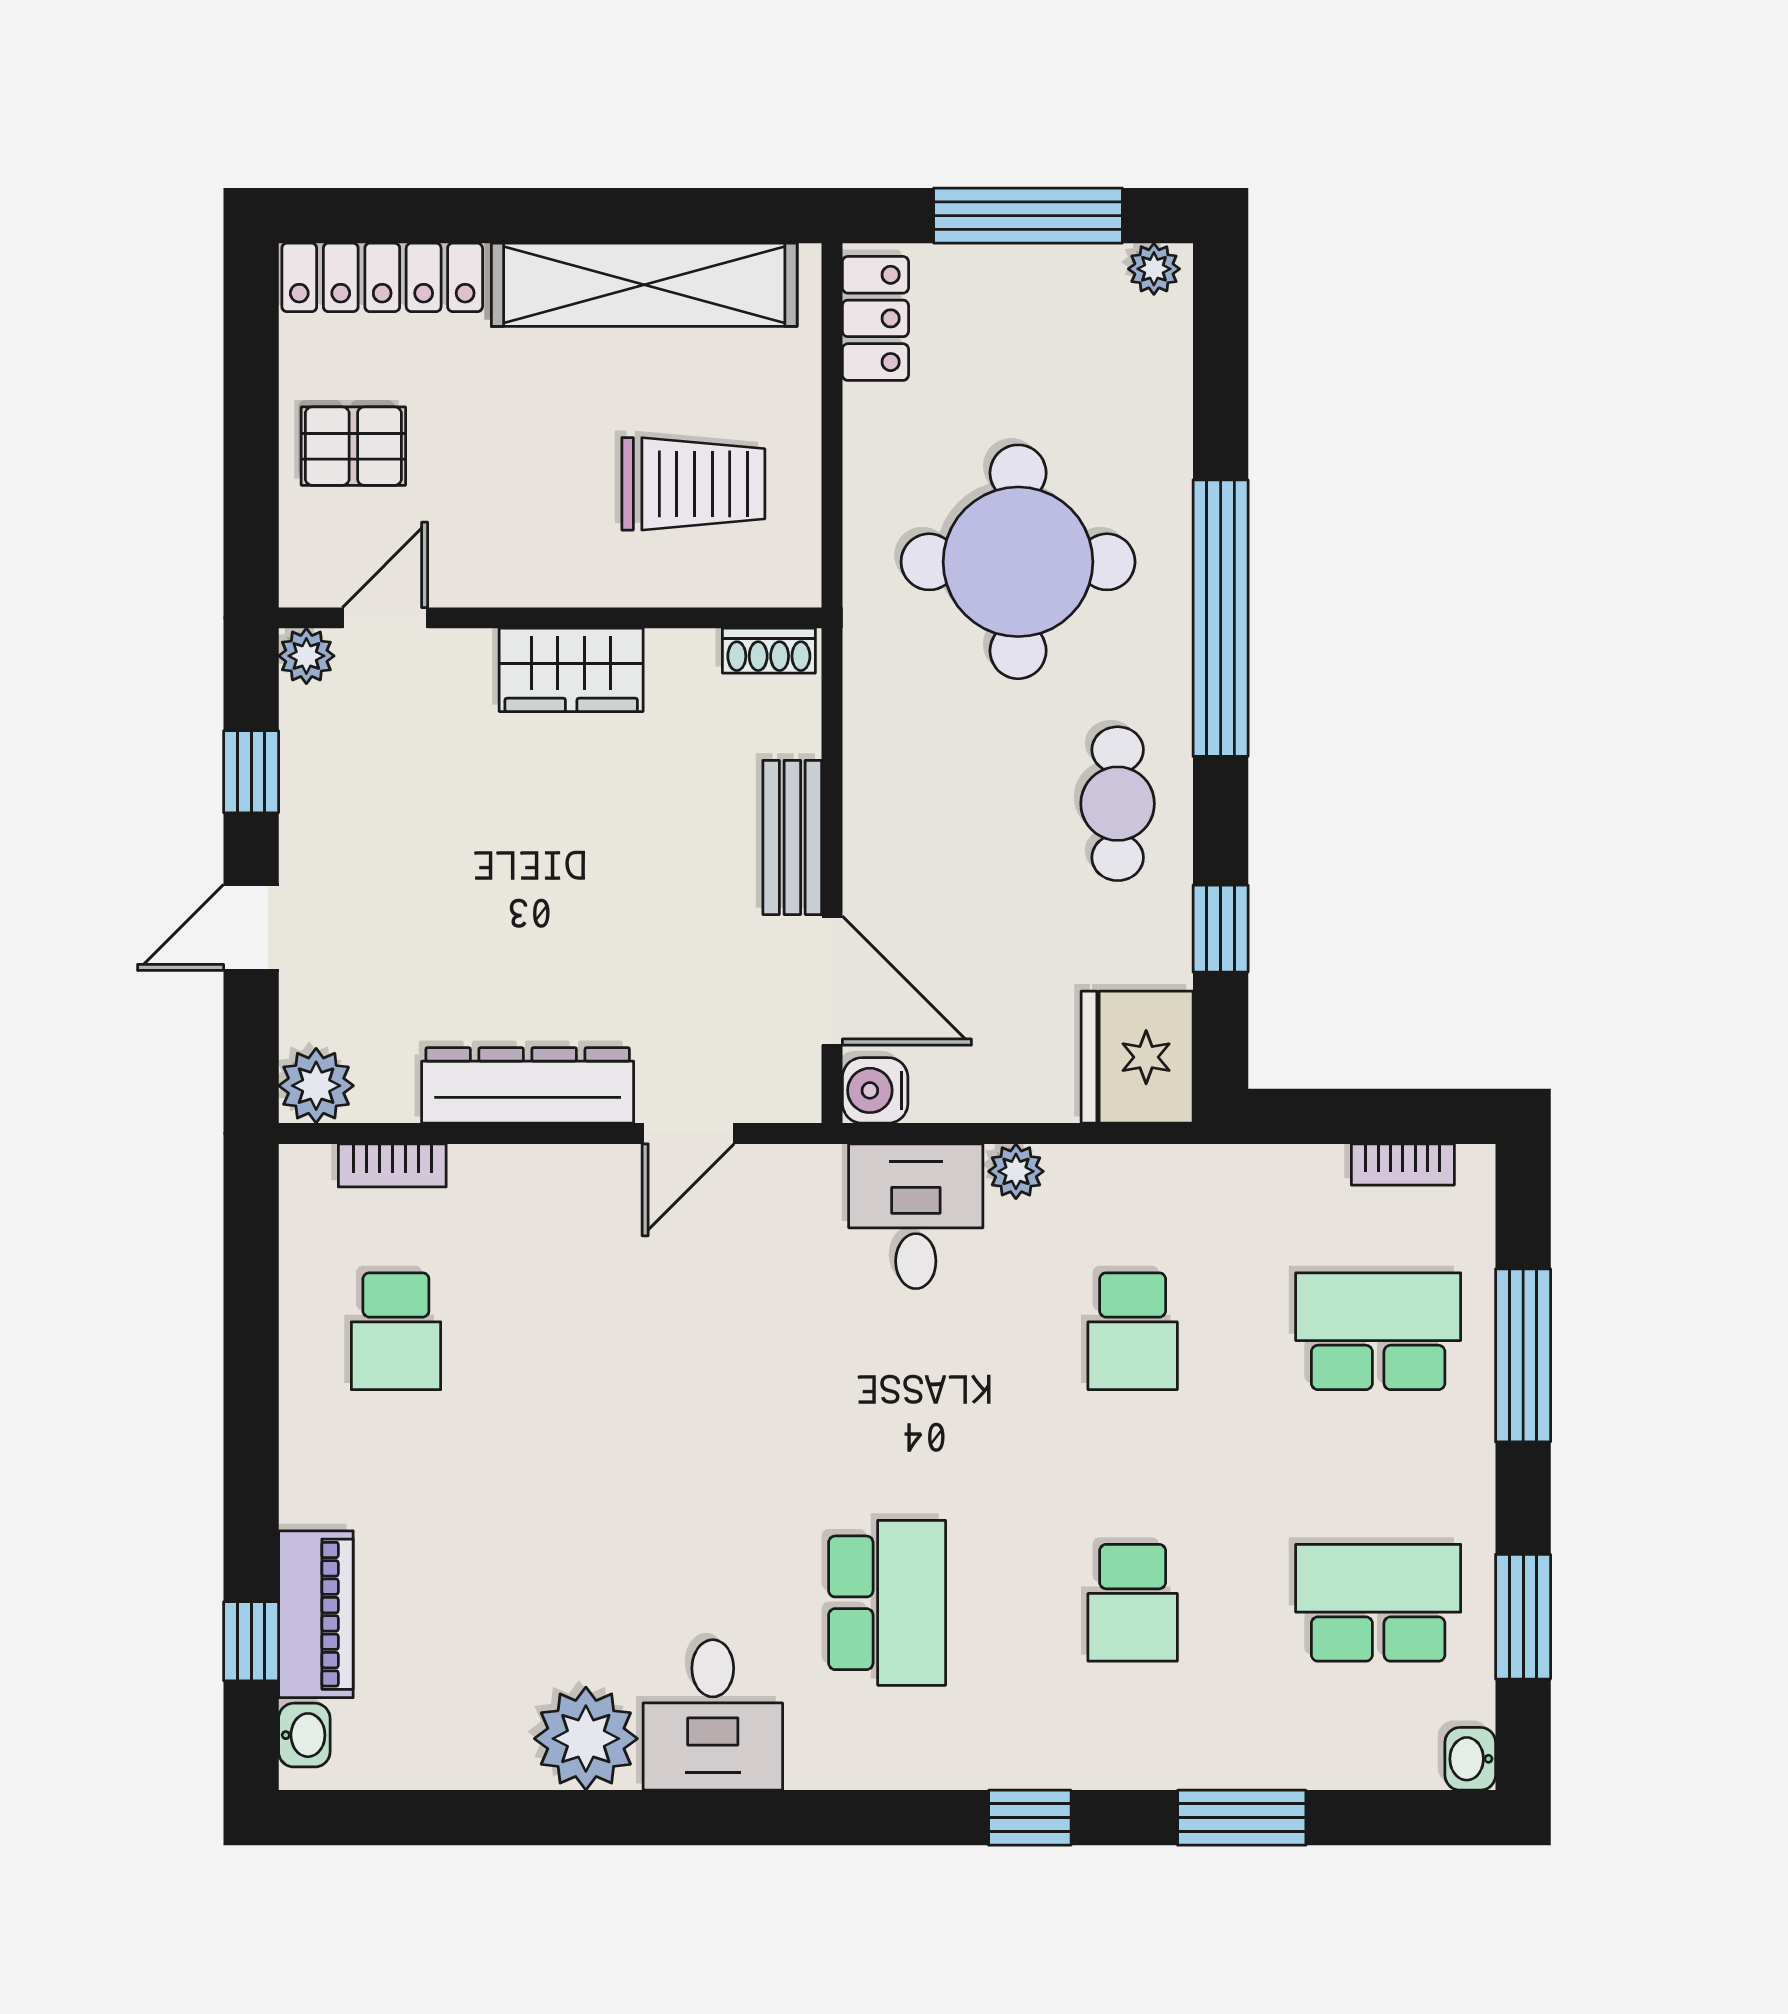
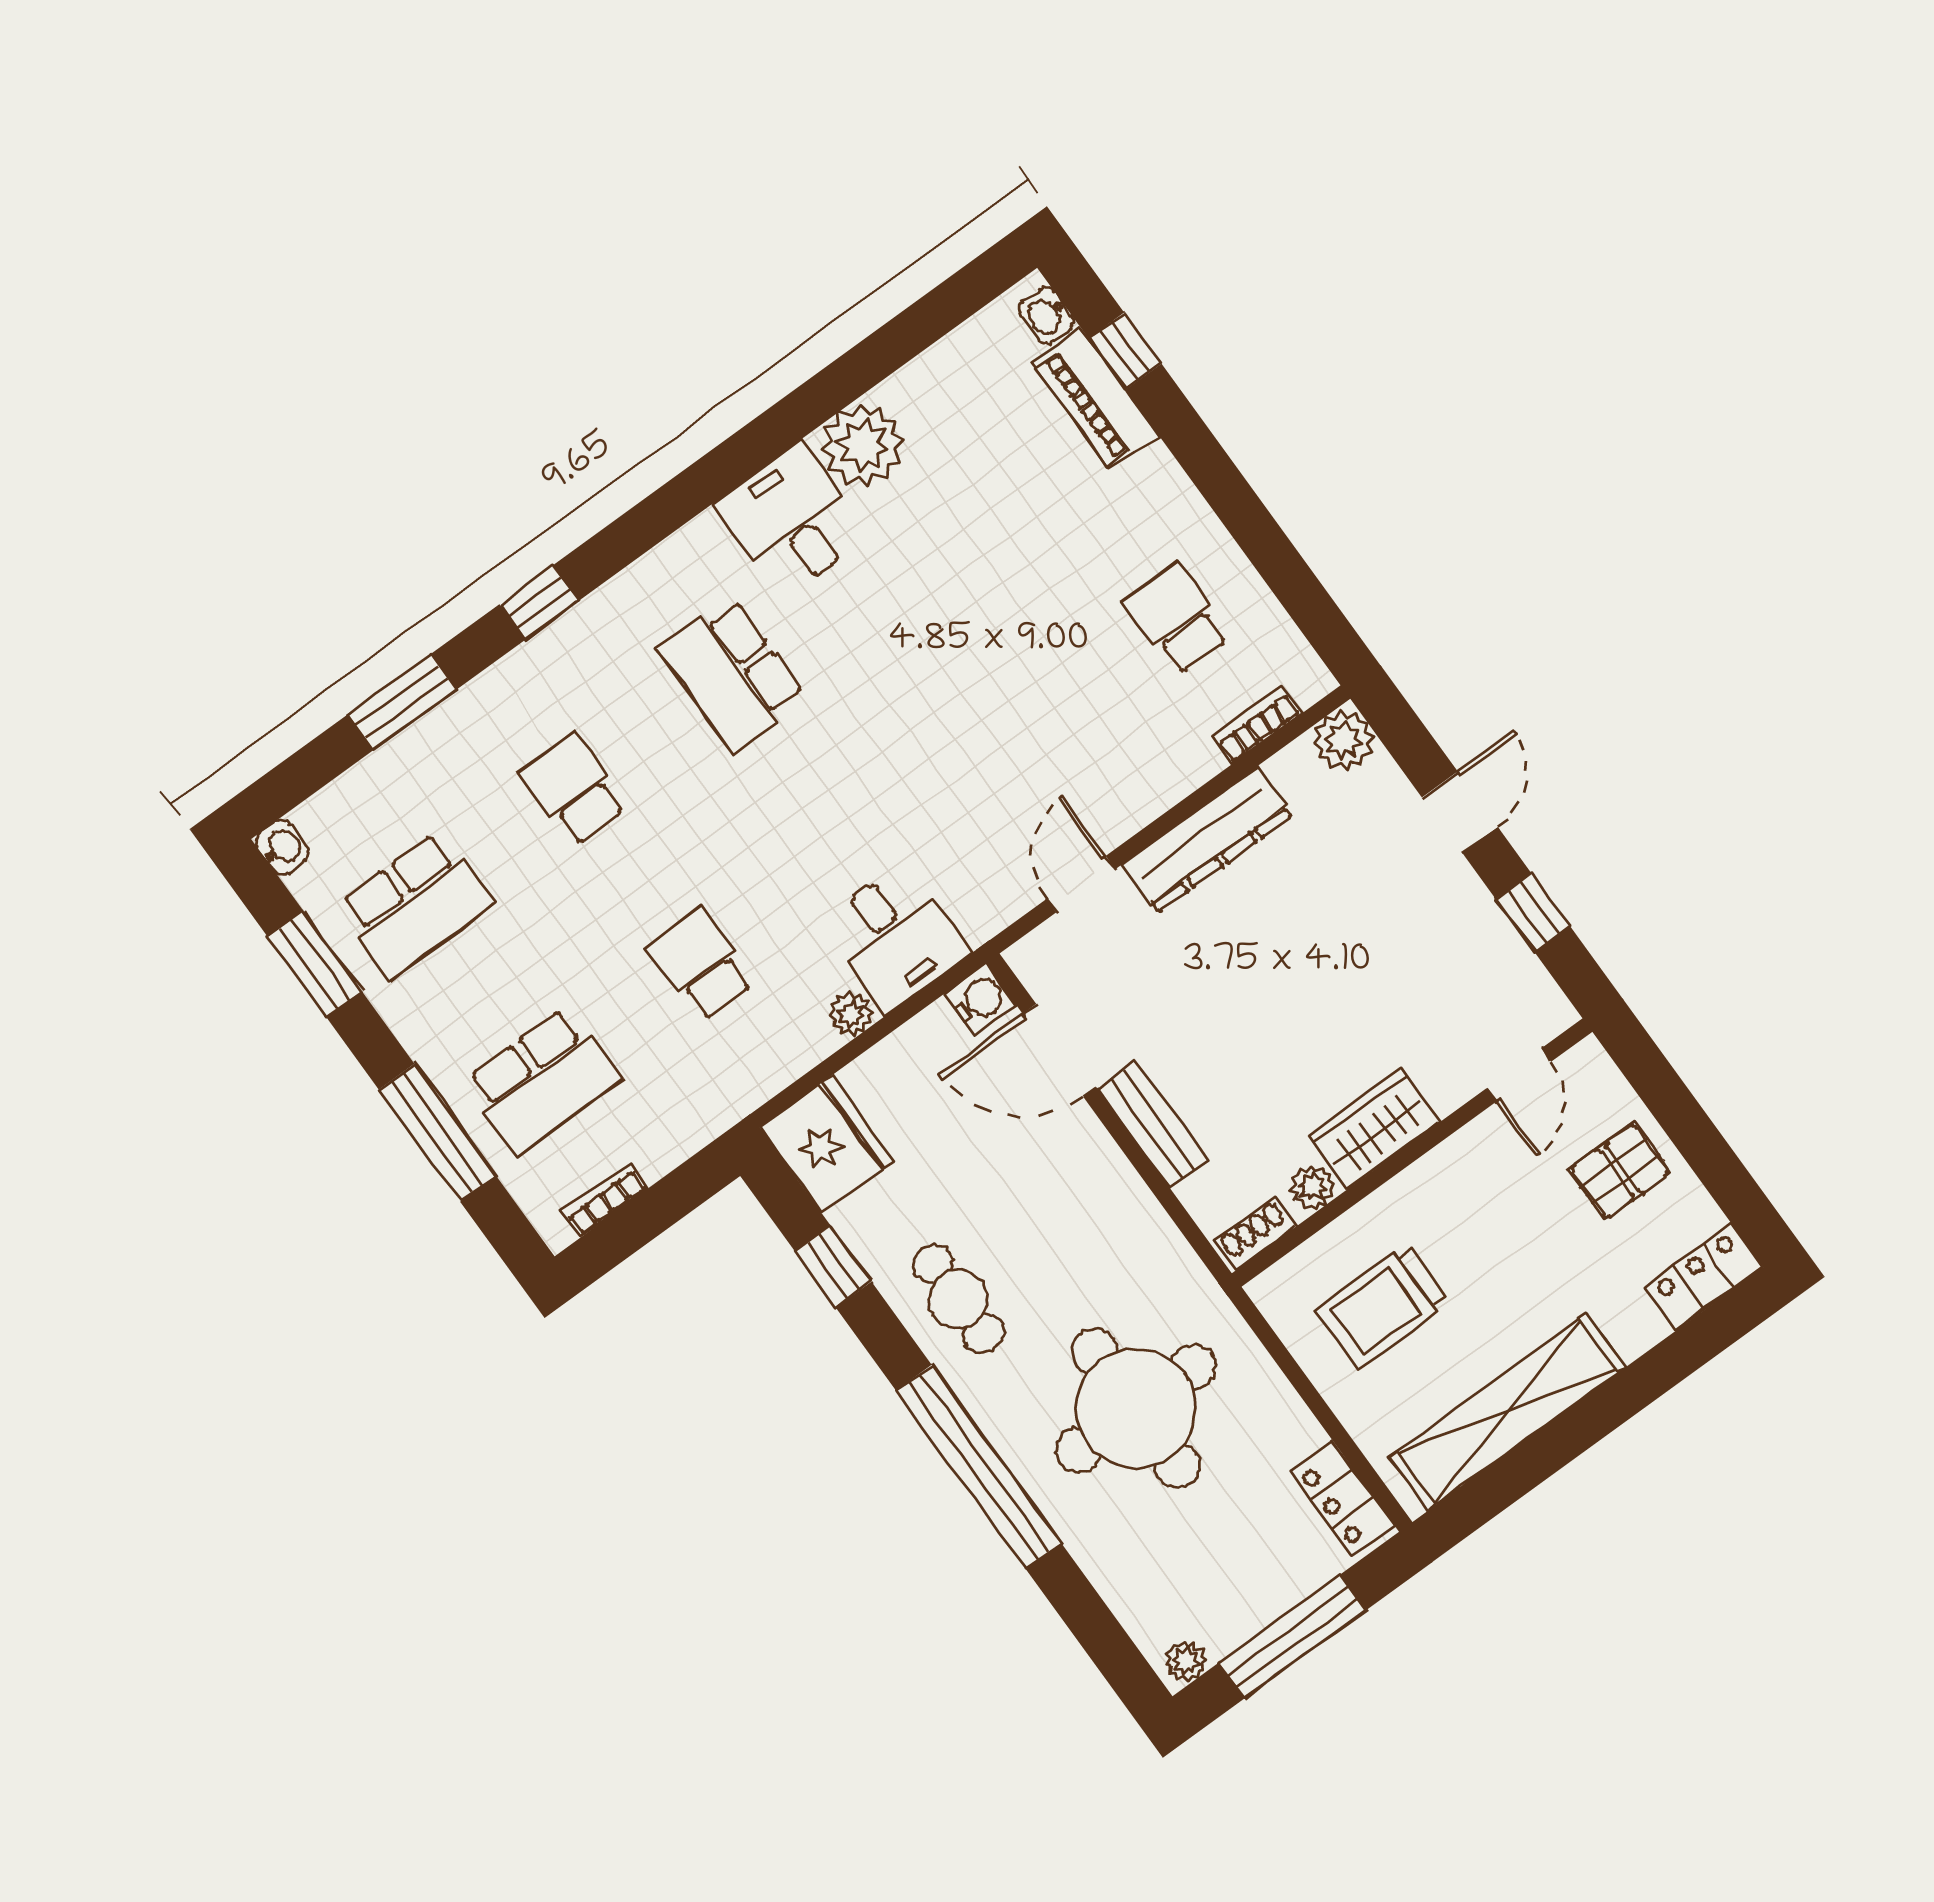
locker: (382, 277) -> (1703, 1277), width x0.66
plant: (306, 656) -> (1313, 1187), moved

